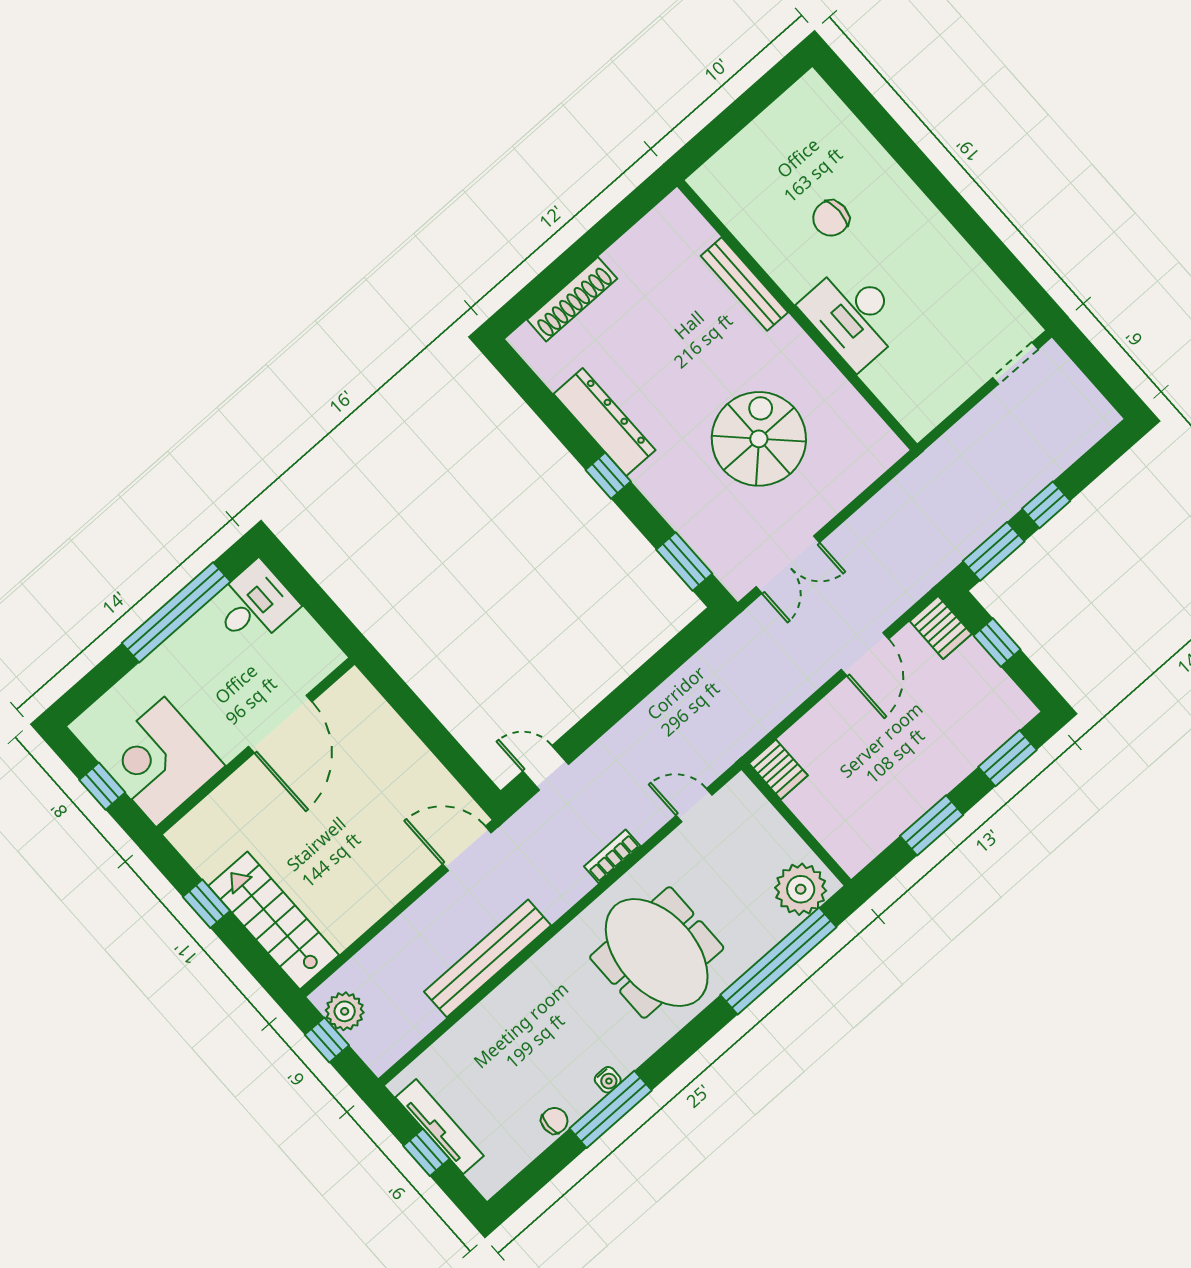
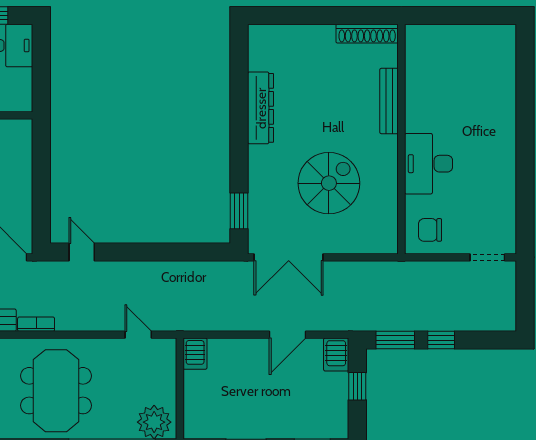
chair: (831, 218) -> (430, 230), moved
shoe rack: (572, 299) -> (367, 34), moved
window: (608, 476) -> (239, 136), removed
double door: (788, 565) -> (289, 257), width x1.37
bookcase: (612, 856) -> (36, 324), moved

